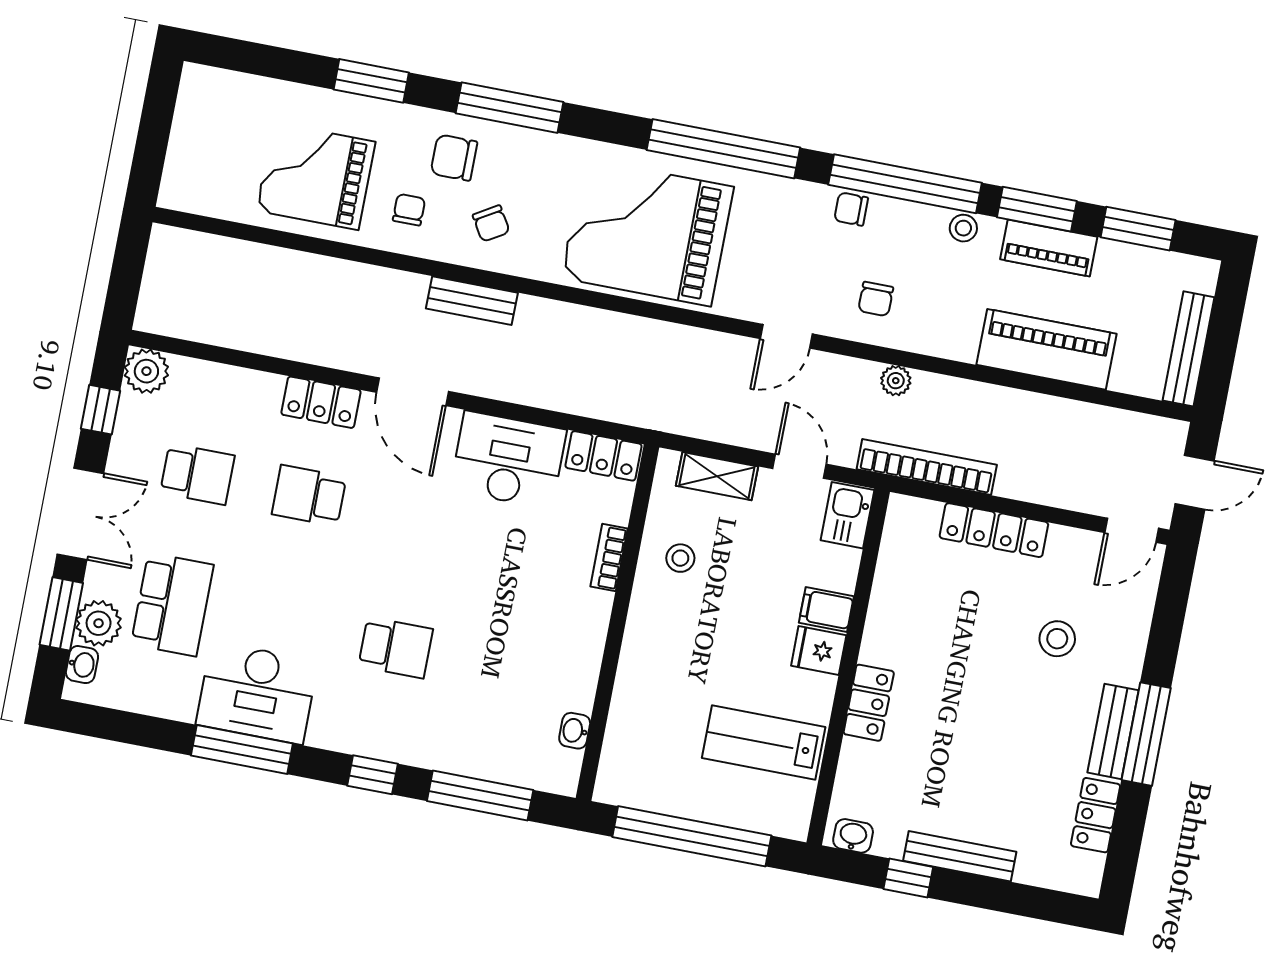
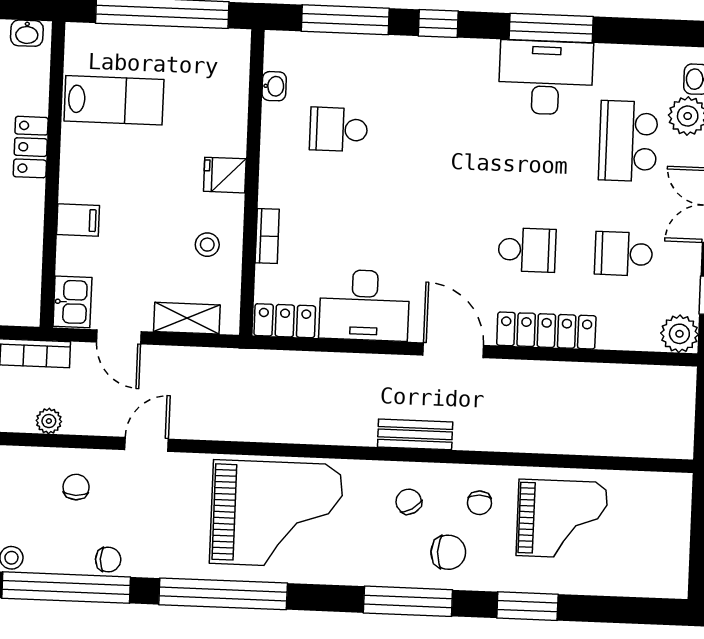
locker: (321, 402) -> (546, 331), width x1.53
school desk: (396, 648) -> (339, 129), moved
fridge: (819, 650) -> (225, 175), moved, turned 180

